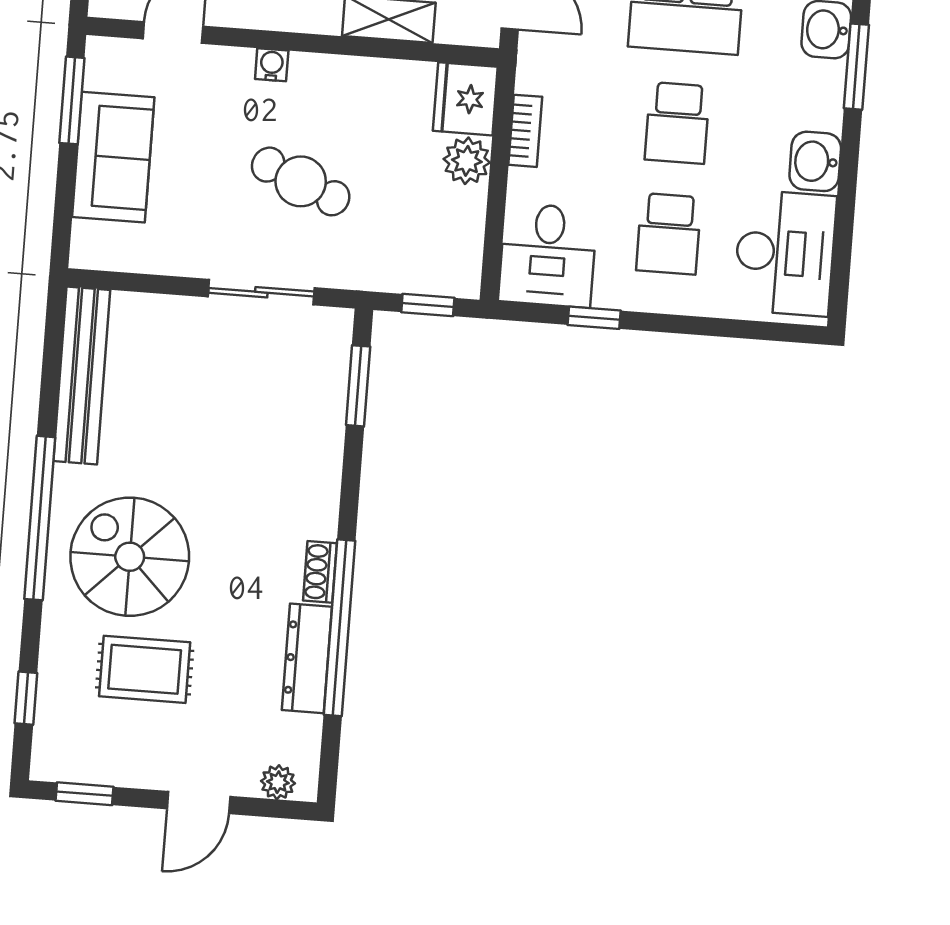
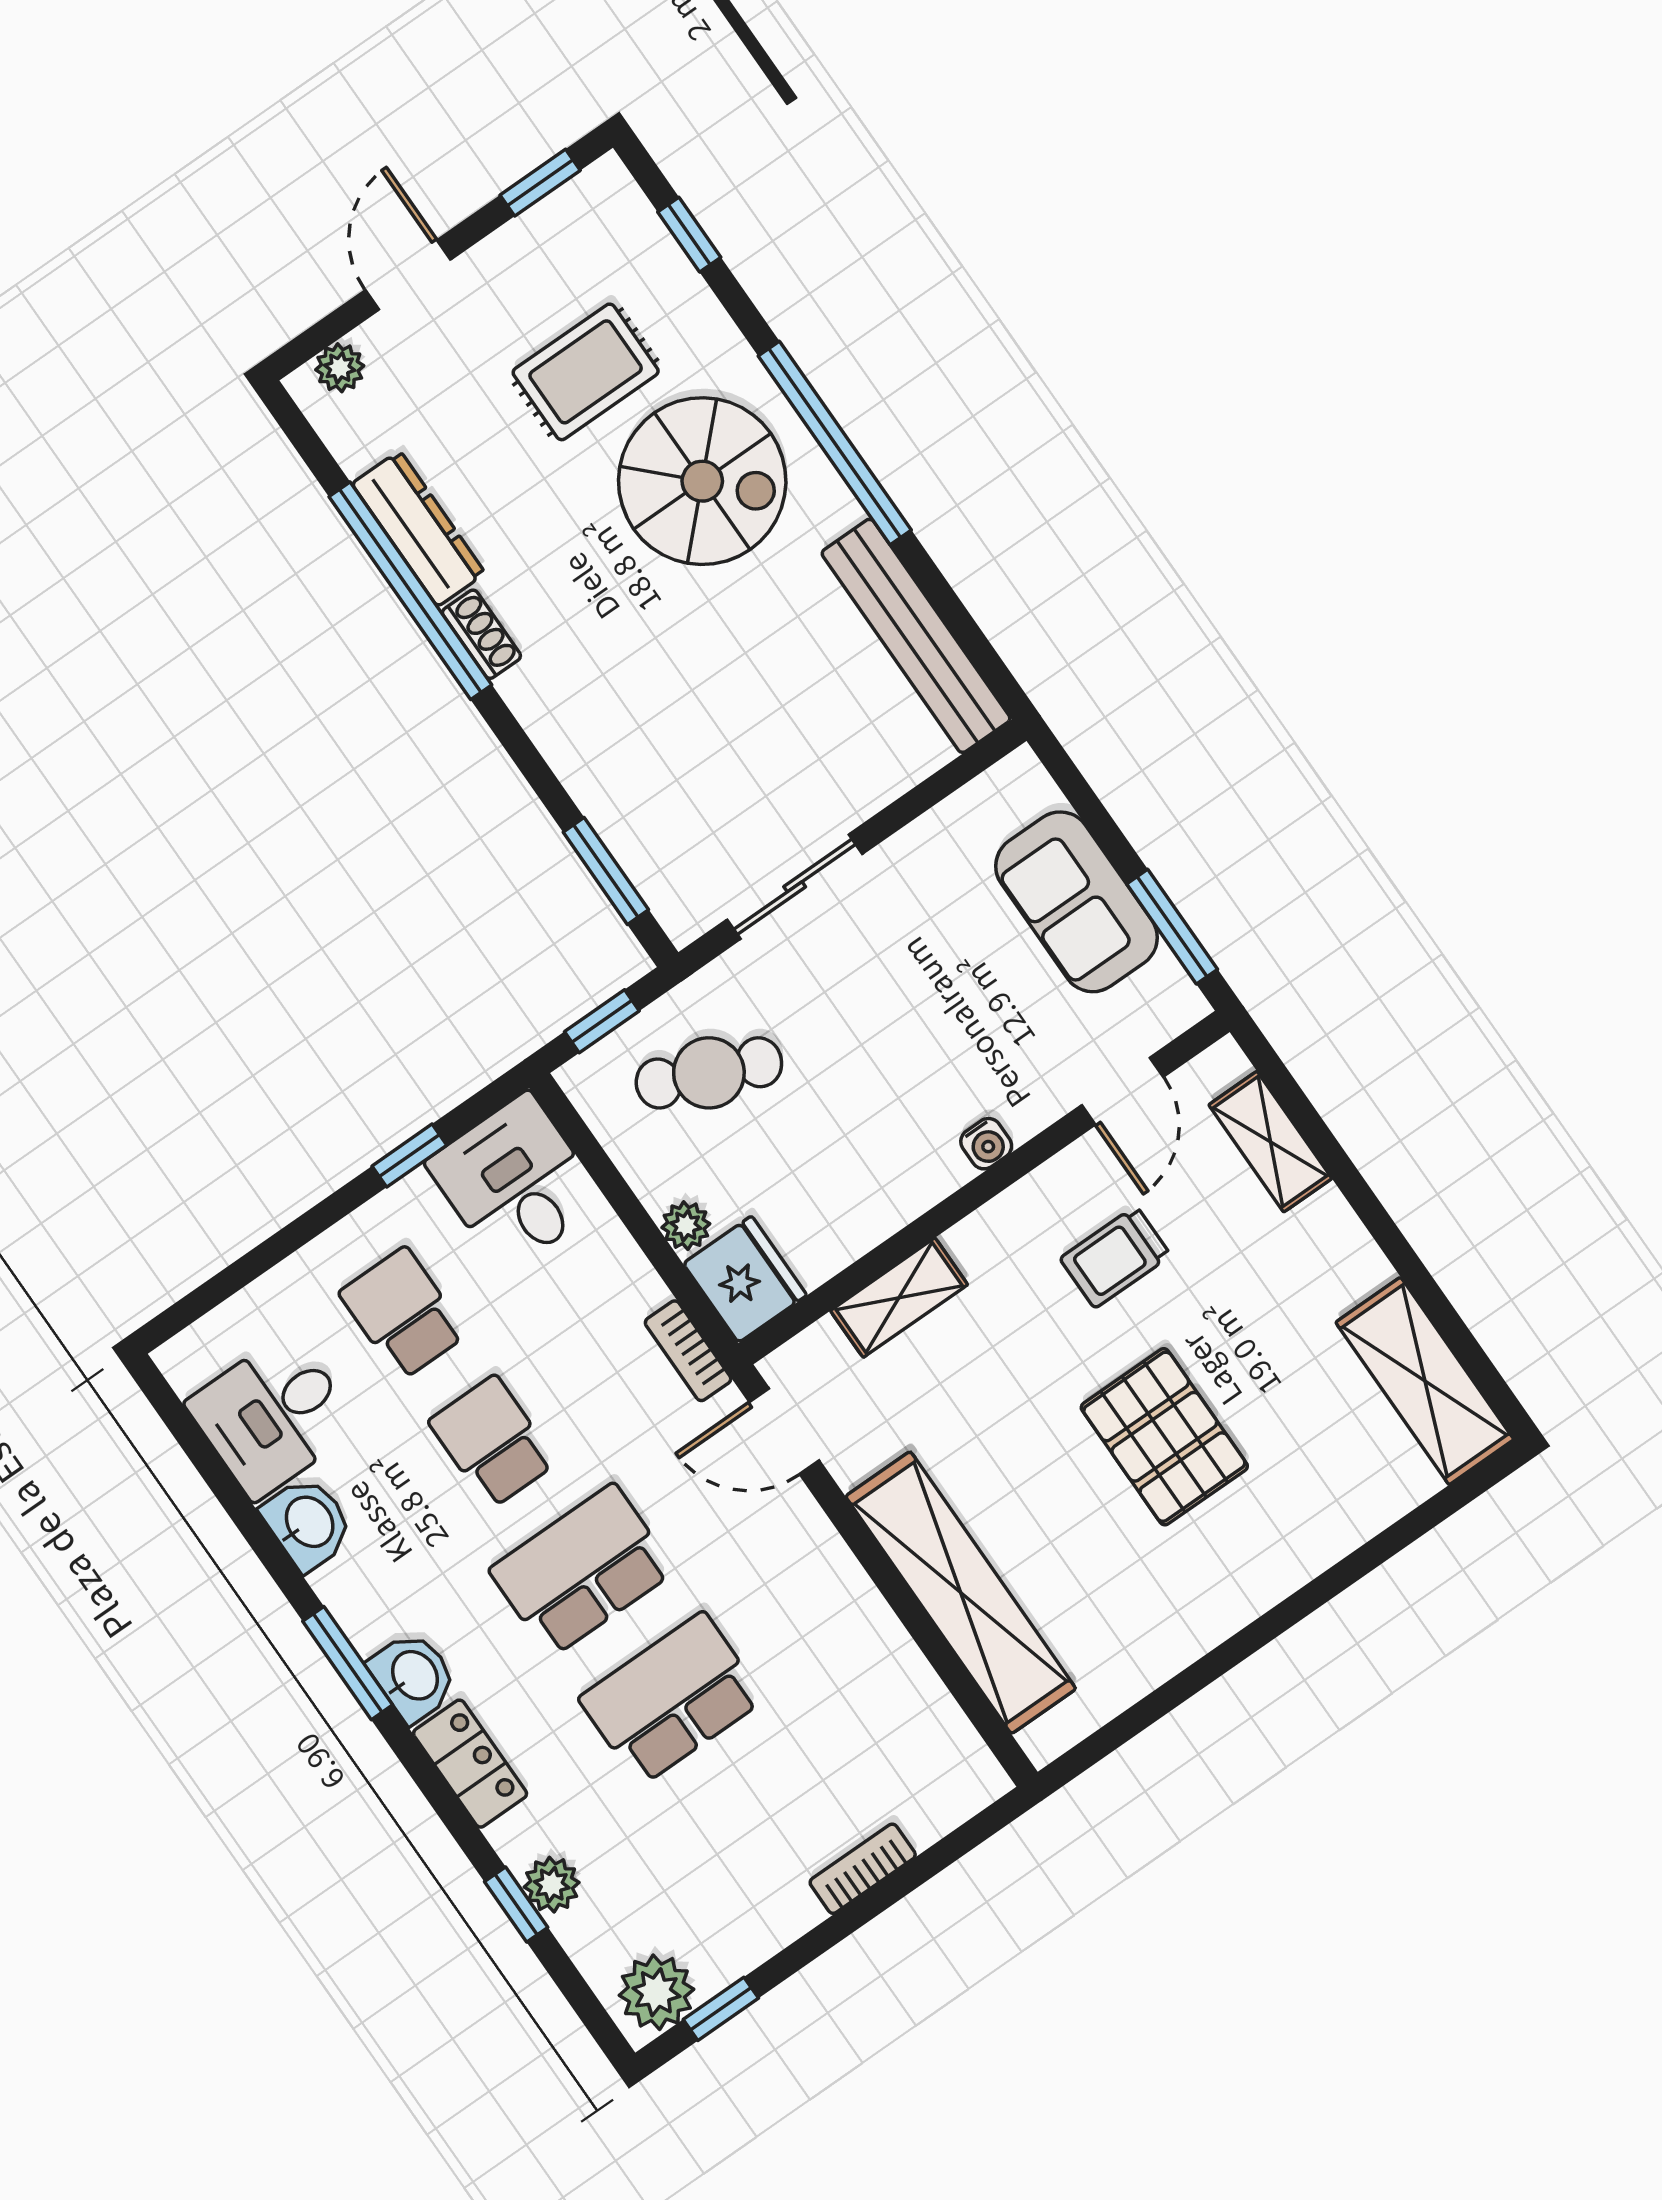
bookcase: (525, 131) -> (688, 1351), moved
plant: (467, 161) -> (686, 1226), width x0.73, depth x0.73
cafe table: (301, 181) -> (709, 1073), moved
desk: (785, 253) -> (273, 1415), width x0.73

